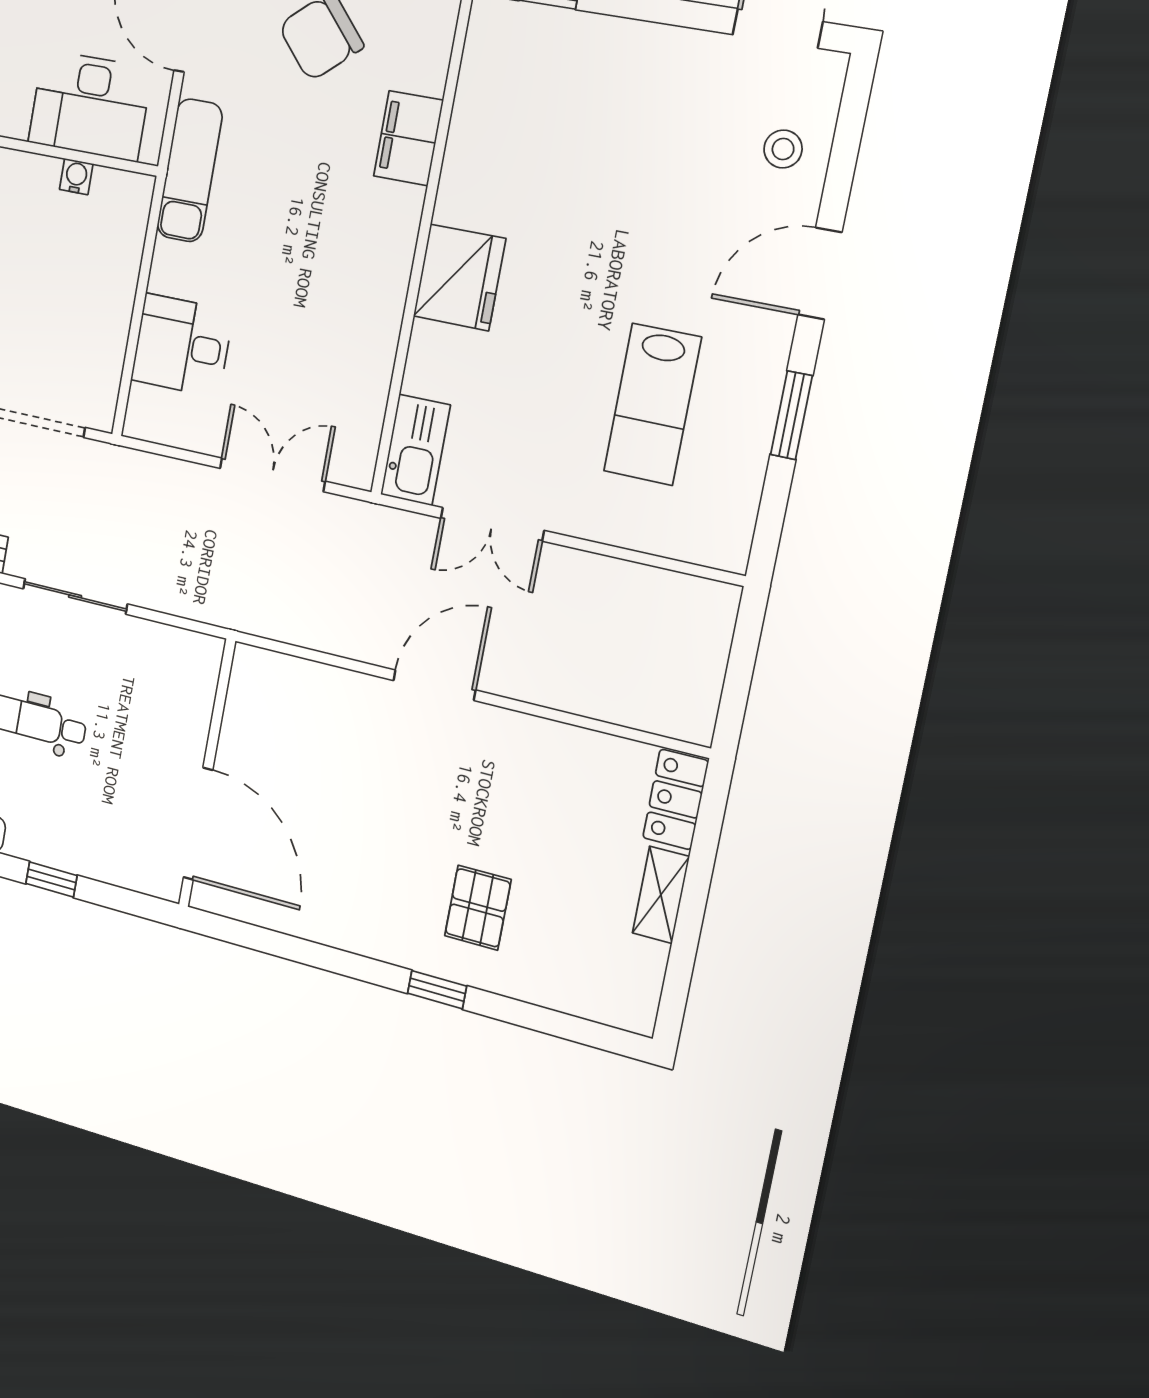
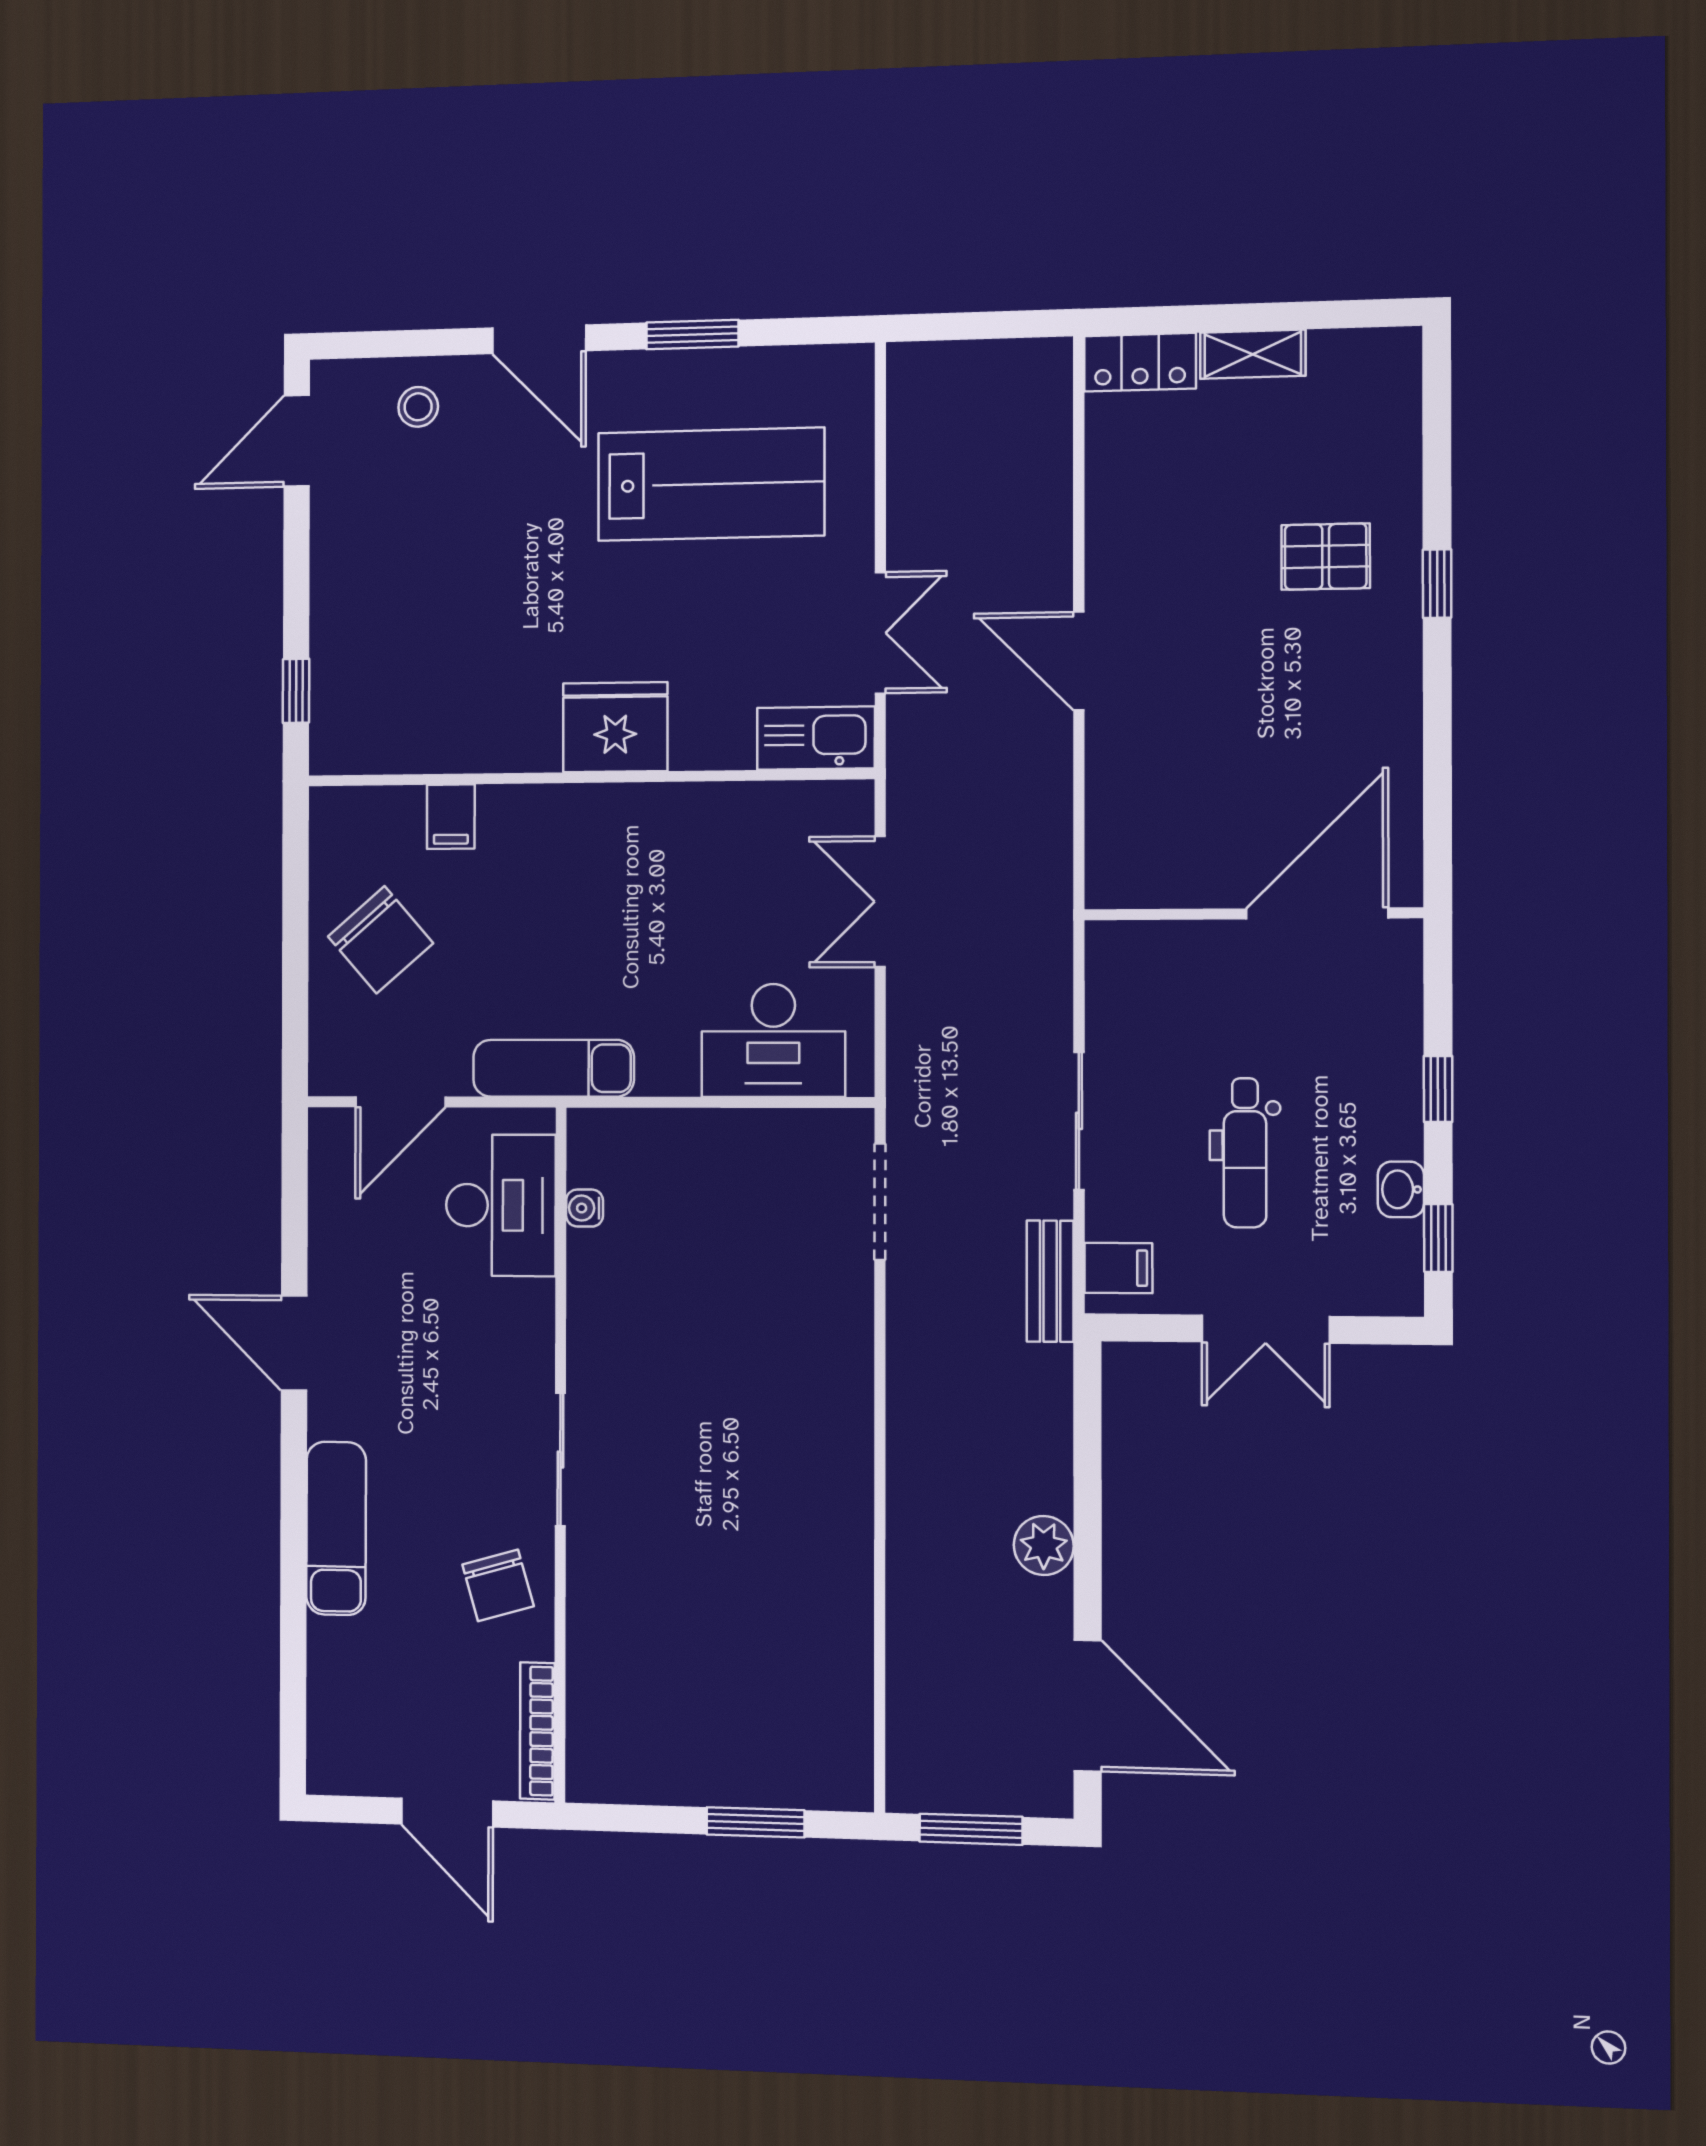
filing cabinet: (408, 138) -> (451, 817), width x0.50
desk: (182, 345) -> (773, 1040), width x1.37
lab bench: (652, 404) -> (711, 484), width x1.36, depth x1.39

